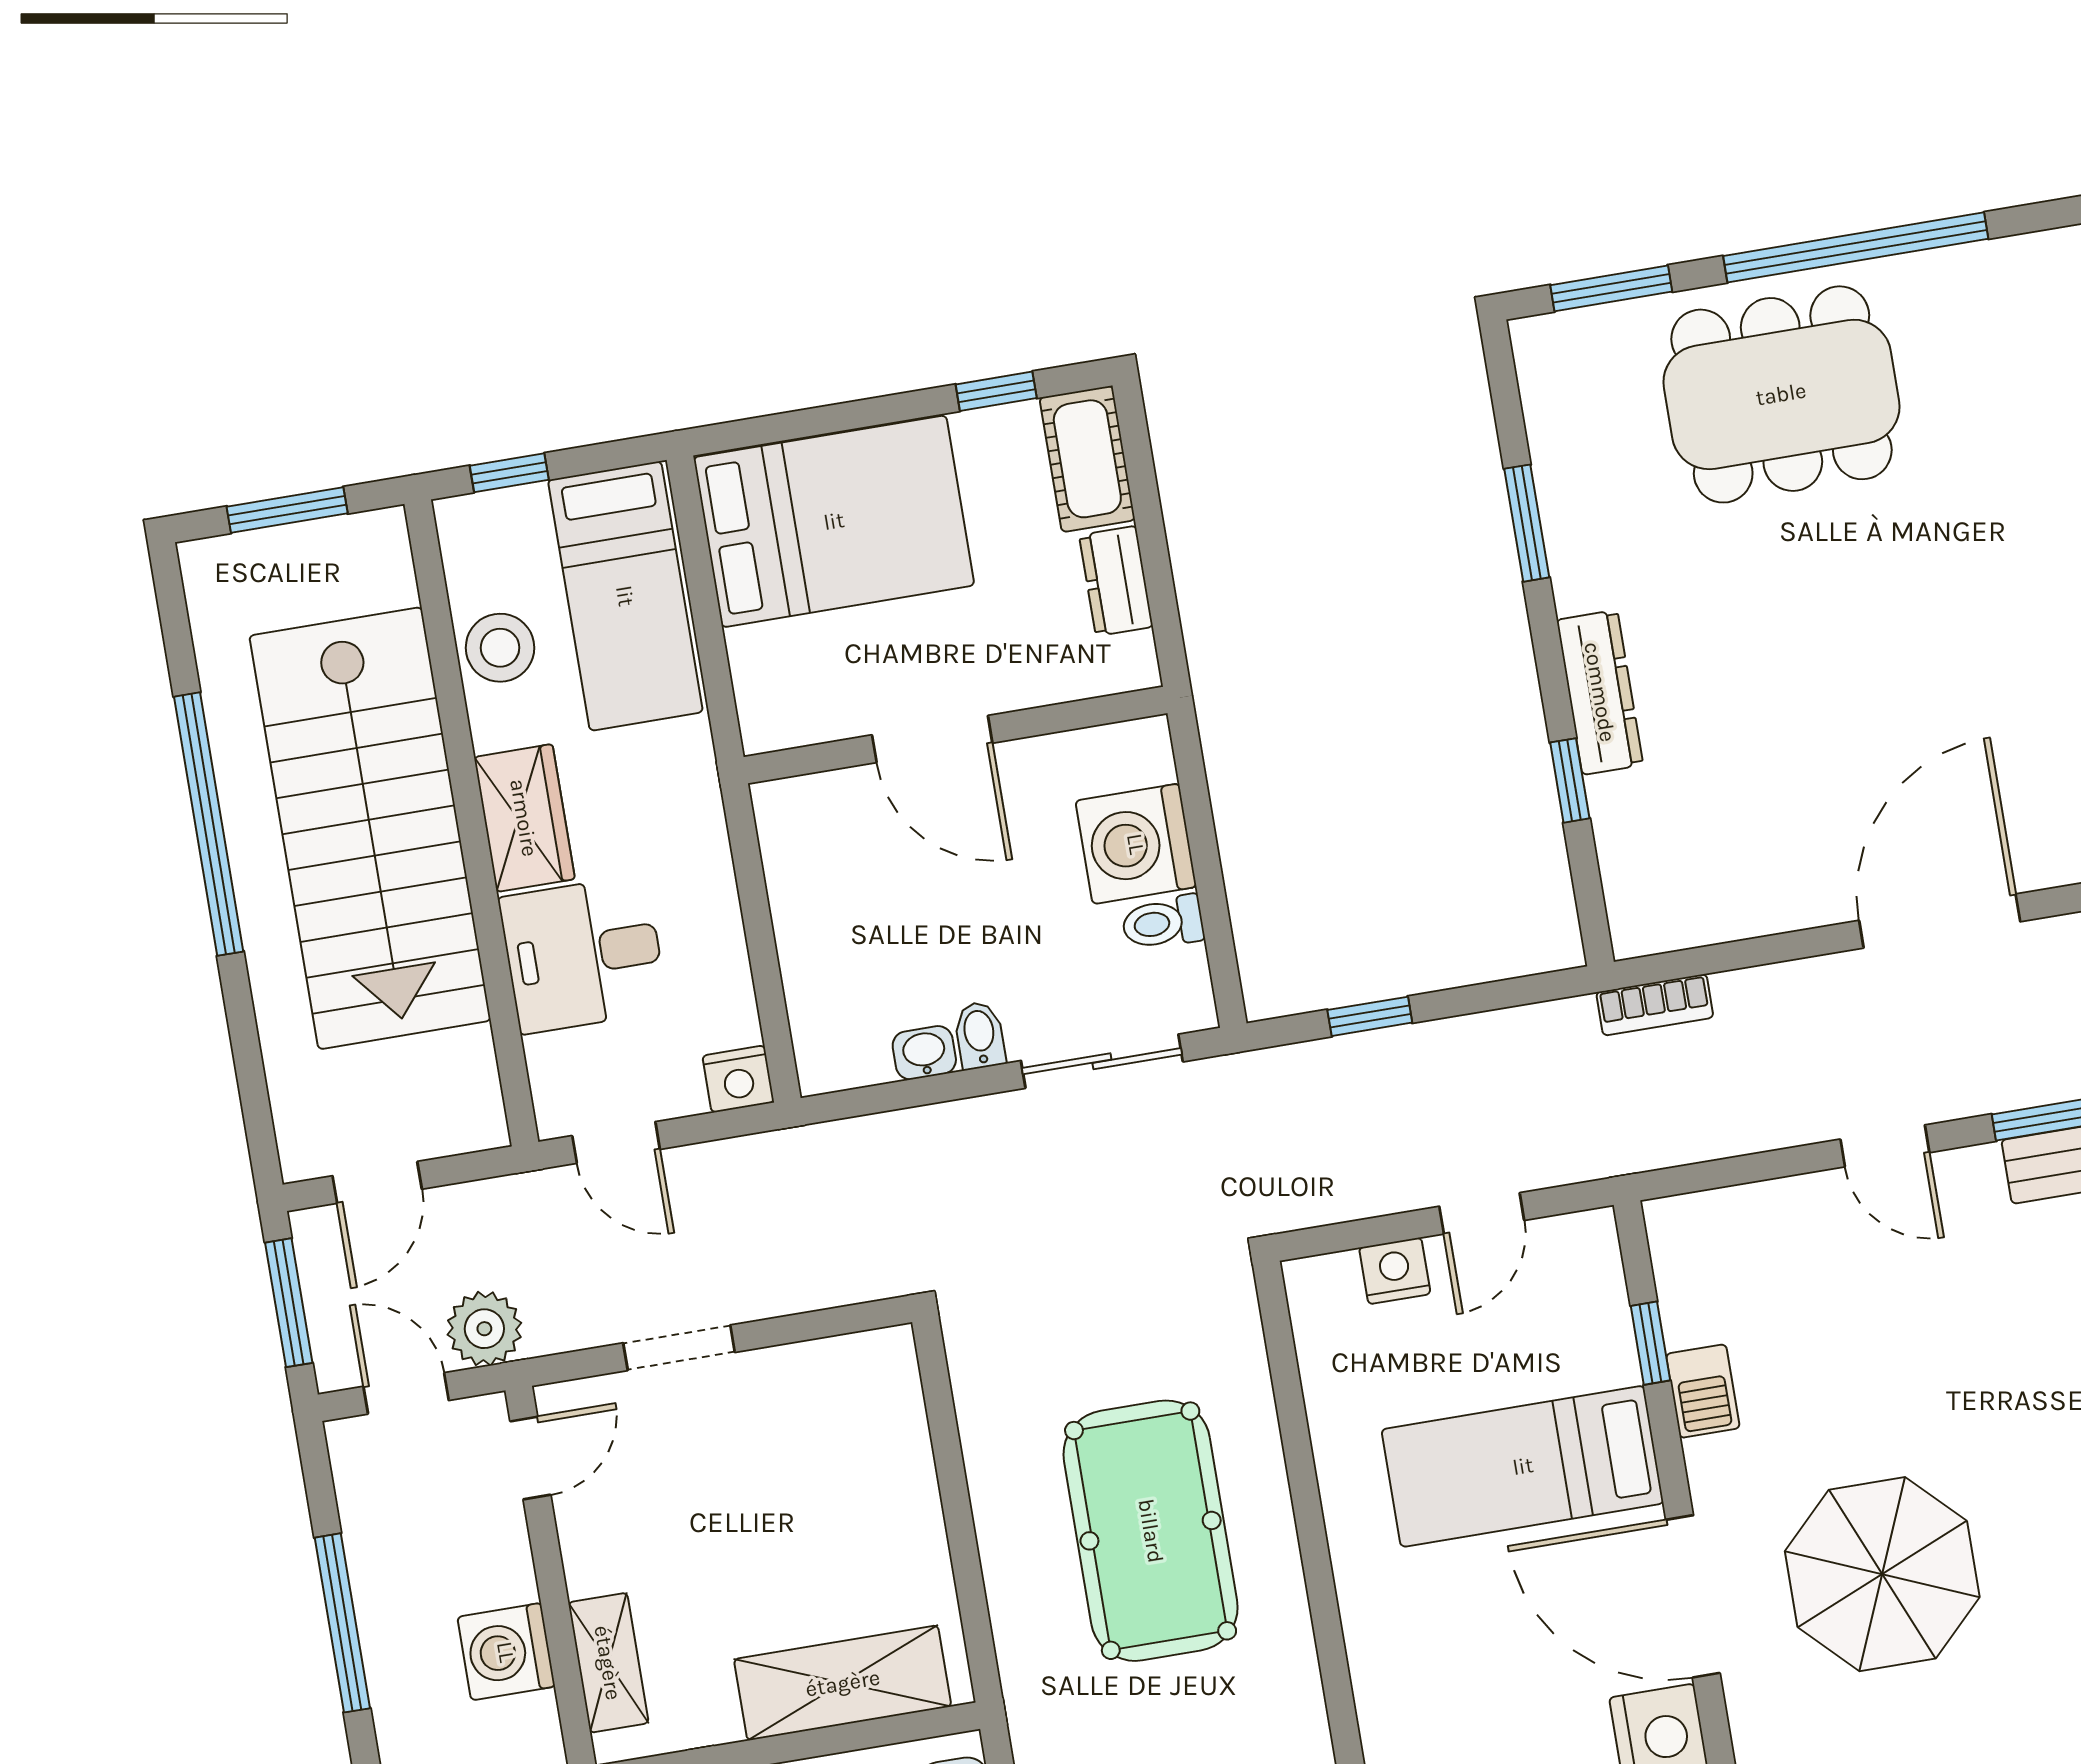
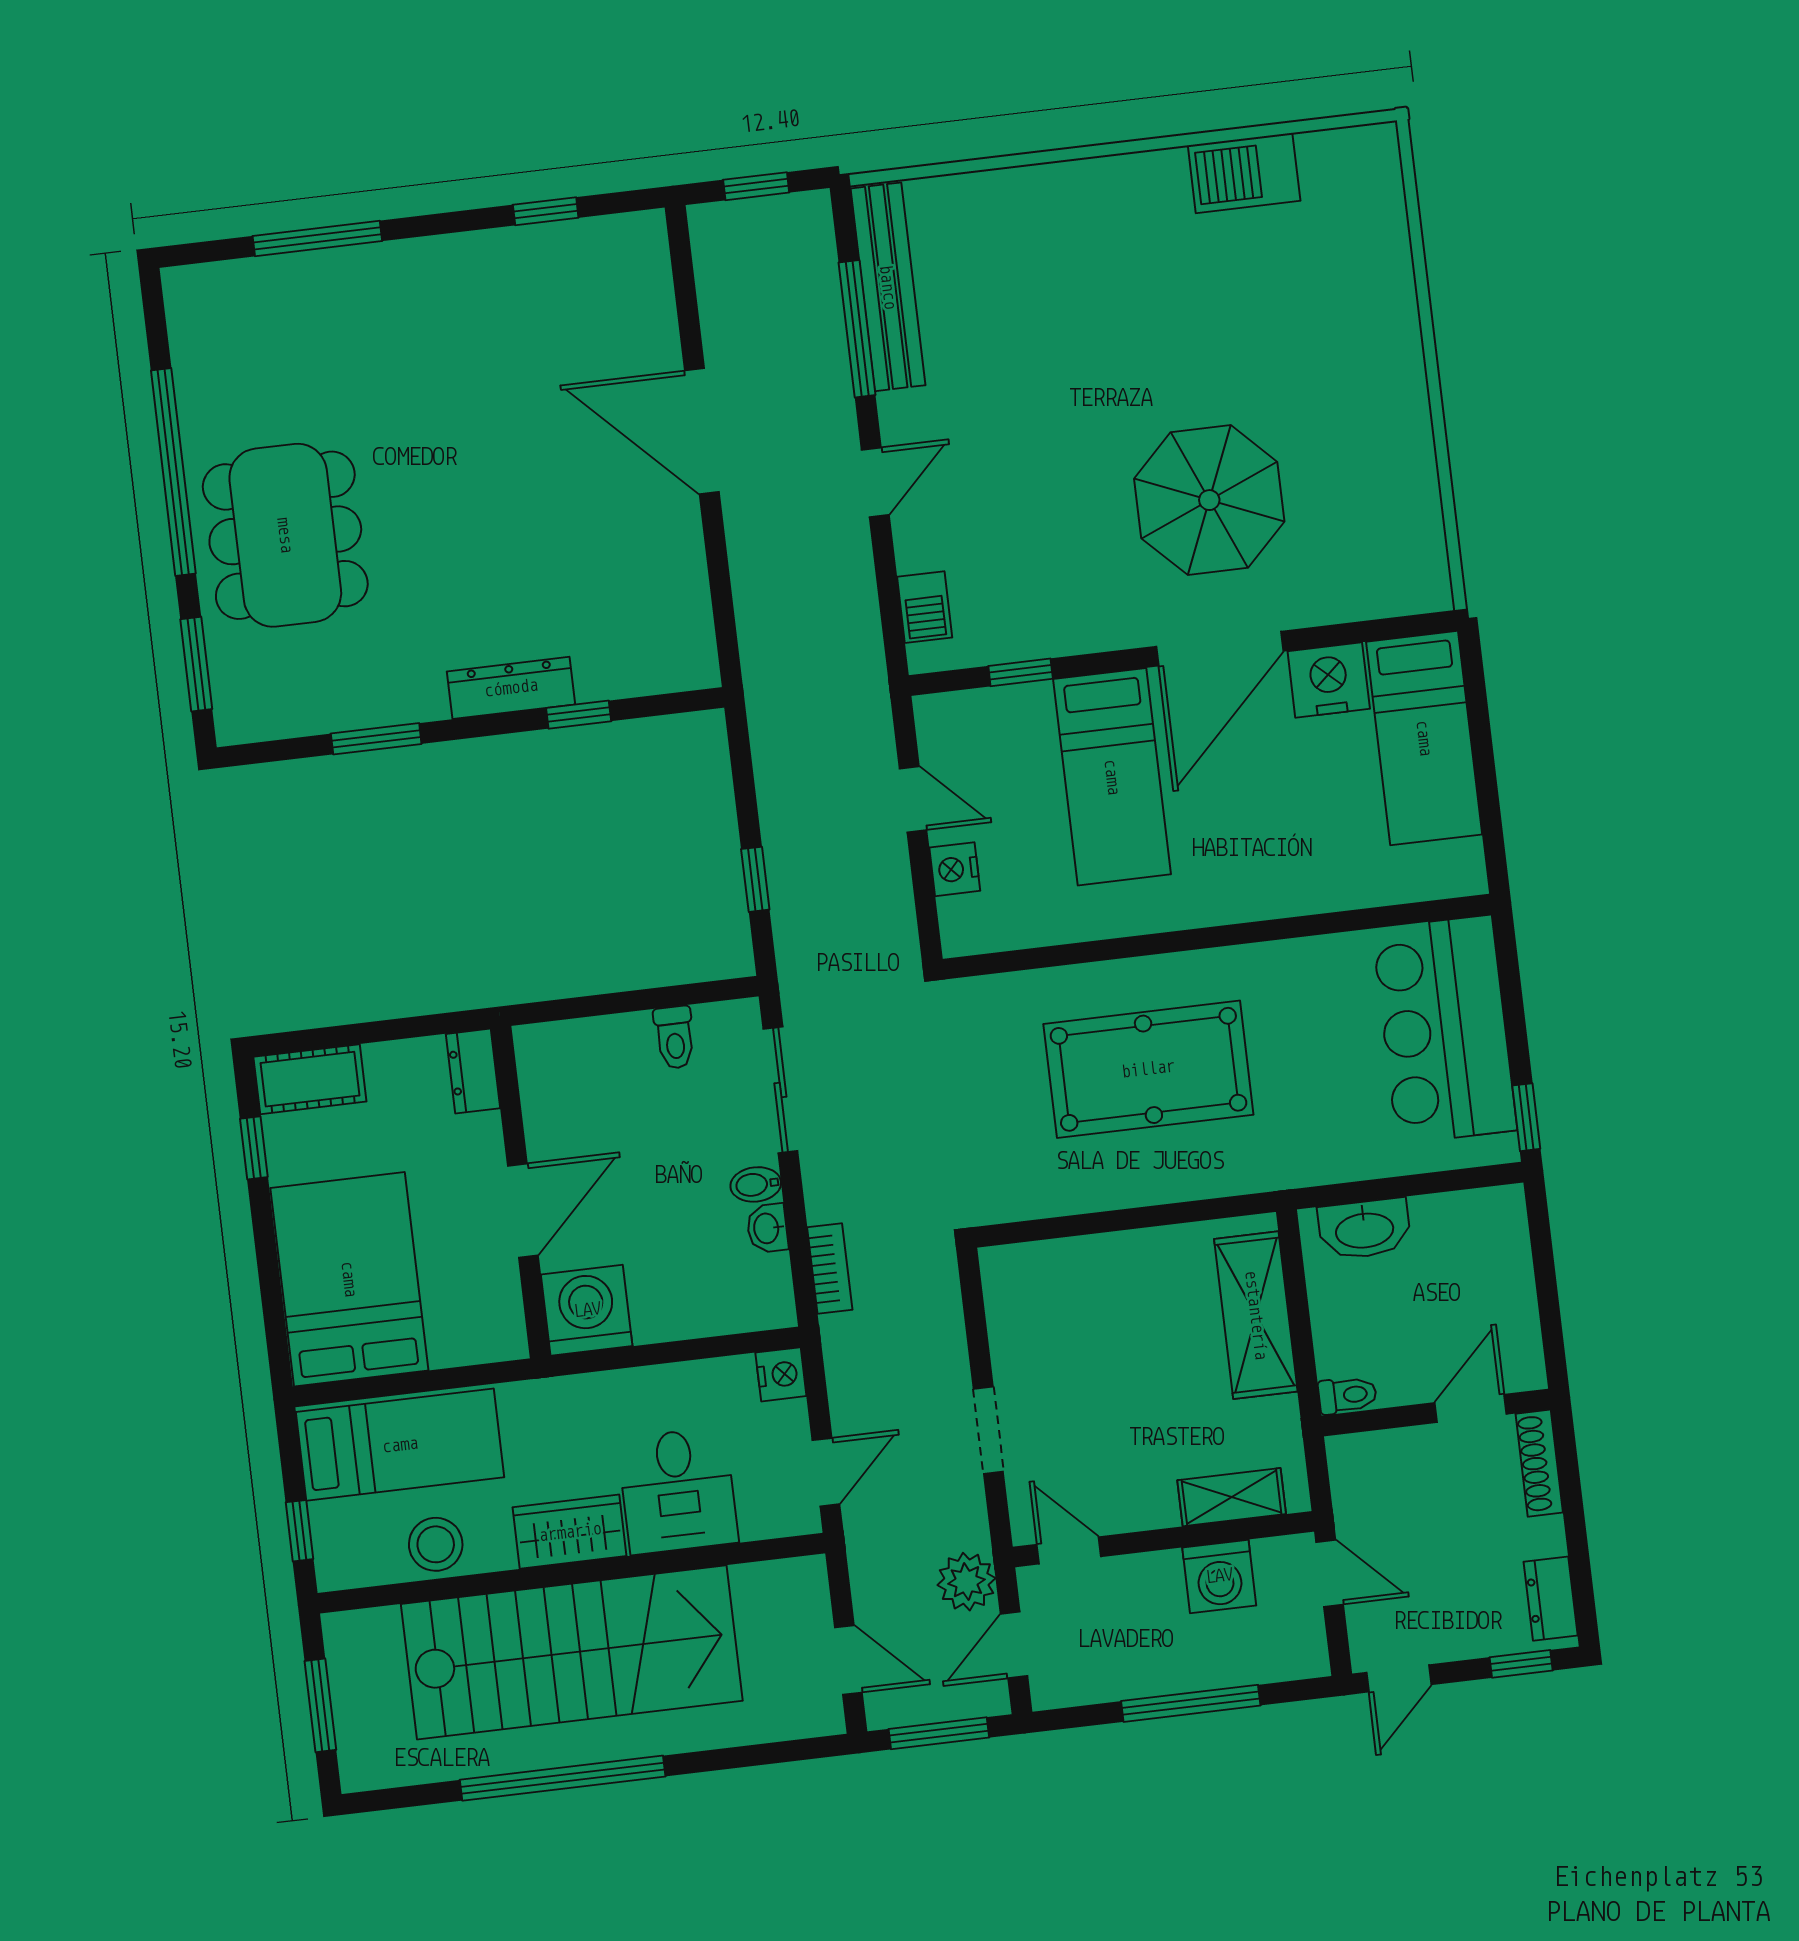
dresser: (1116, 581) -> (473, 1071), moved, turned 90
washing machine: (1136, 844) -> (587, 1310), moved, turned 180
bookcase: (1655, 1005) -> (830, 1268), moved
barbecue: (1703, 1391) -> (925, 607), moved, turned 90

